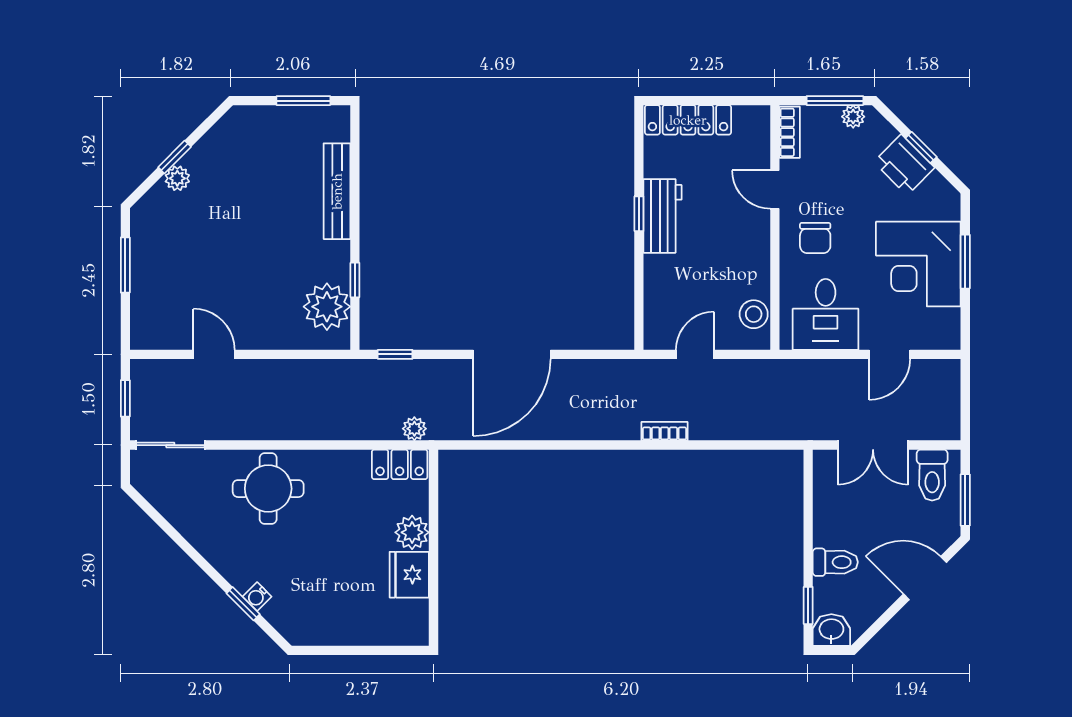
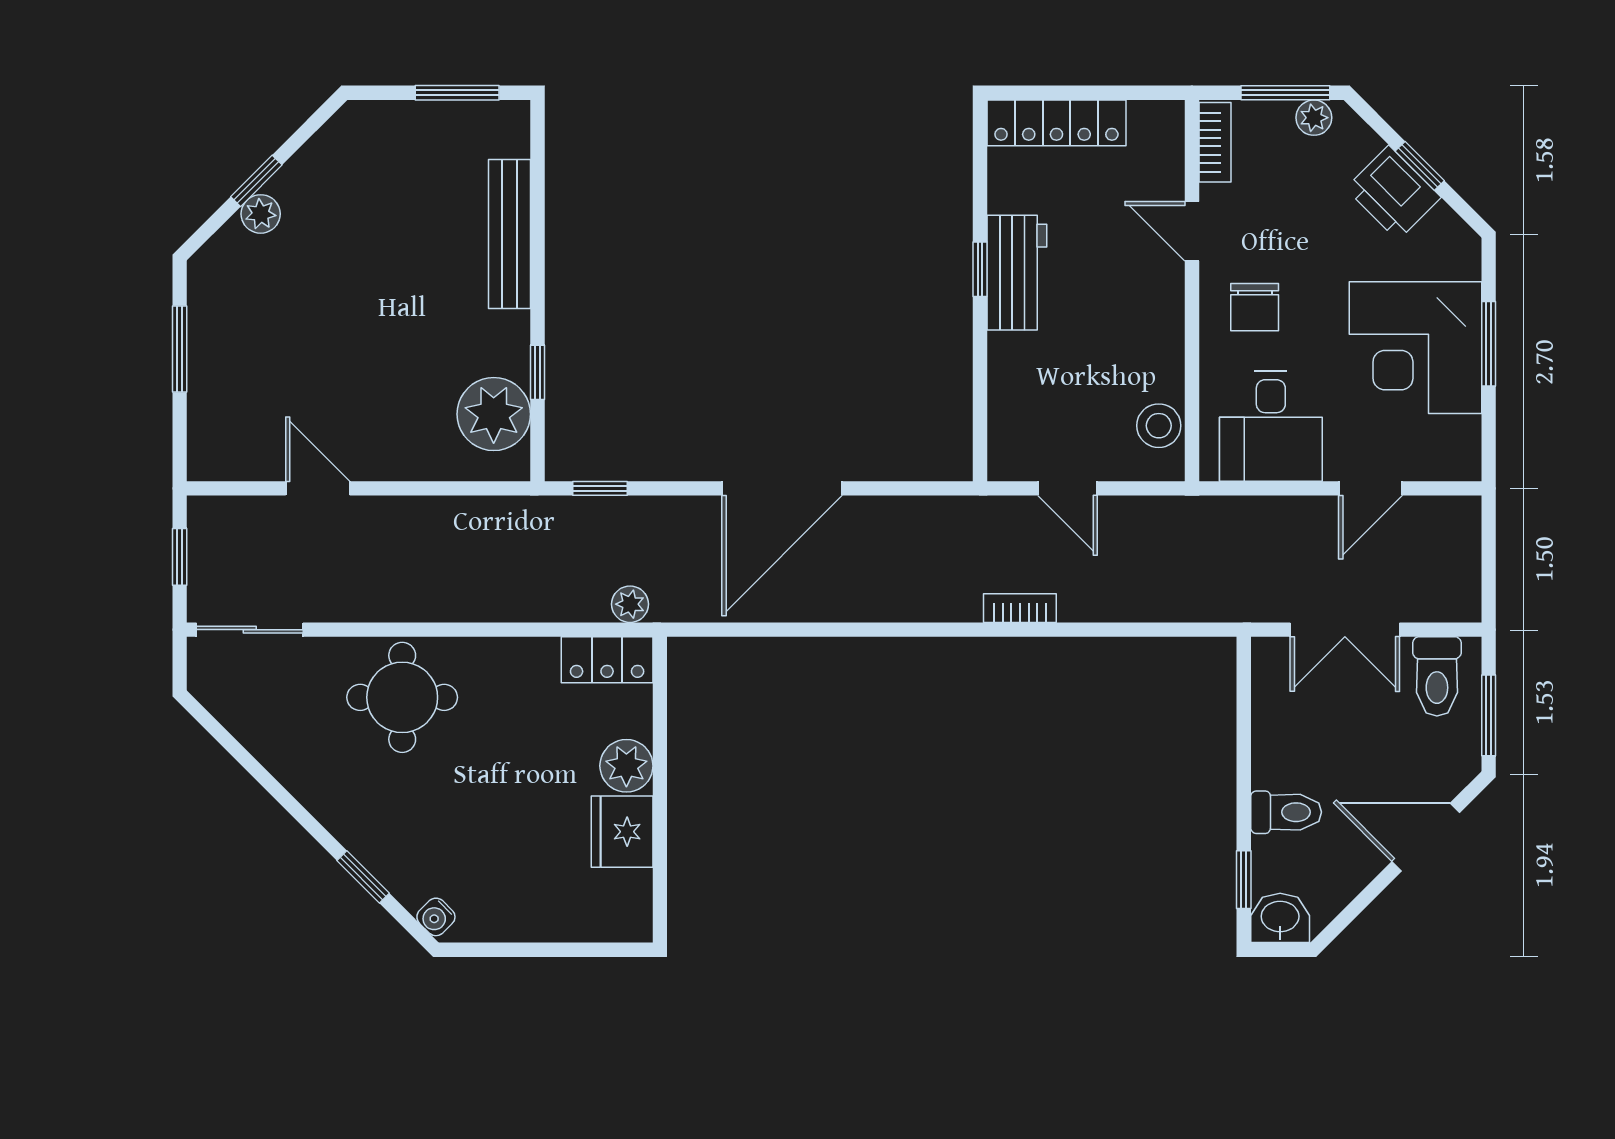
door: (695, 354) -> (1068, 488), swing flipped
water cooler: (257, 597) -> (436, 917), moved

